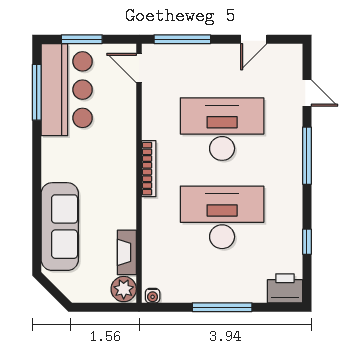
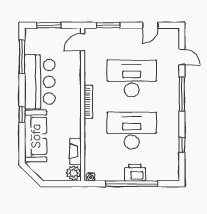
window: (182, 39) -> (108, 25), width x0.69
door: (139, 68) -> (83, 42), hinge flipped
bar counter: (67, 90) -> (40, 82), moved
window: (37, 190) -> (22, 114), added
printer: (285, 288) -> (135, 173), moved
window: (222, 307) -> (132, 184), width x1.46

